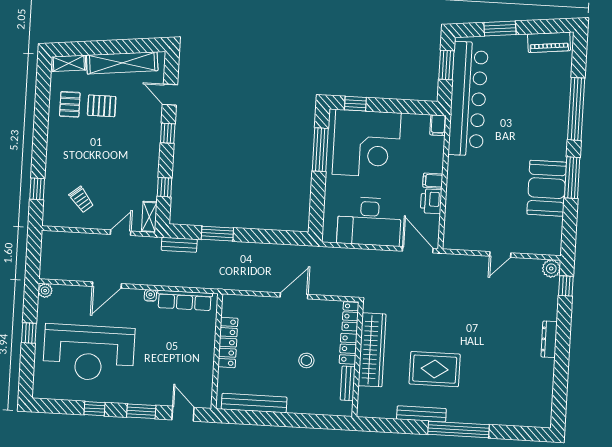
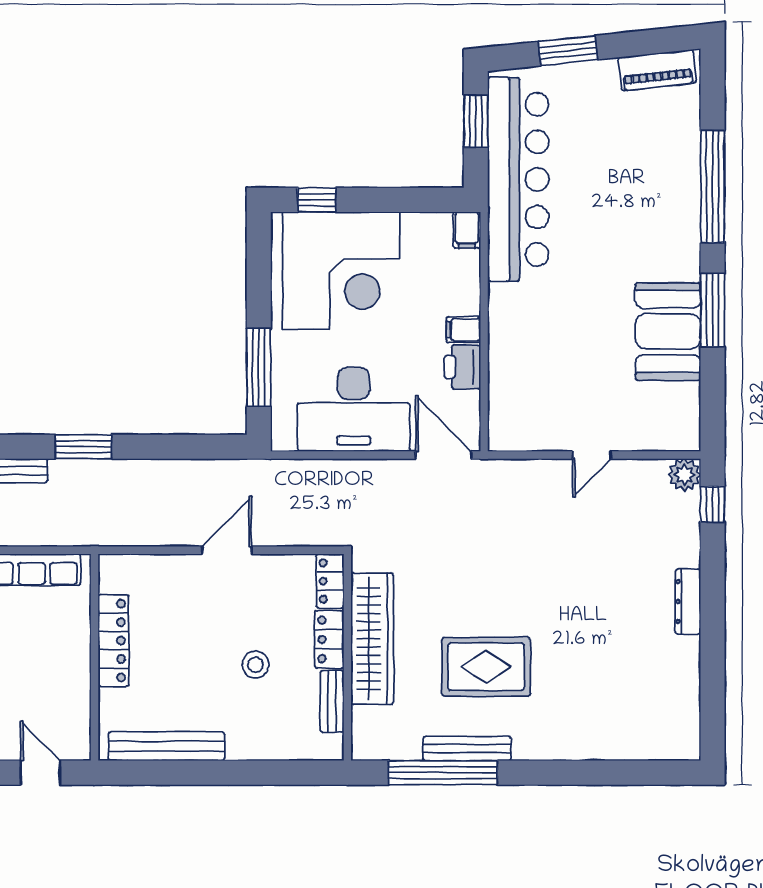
window: (320, 150) -> (259, 367), moved
window: (459, 430) -> (443, 773), moved

